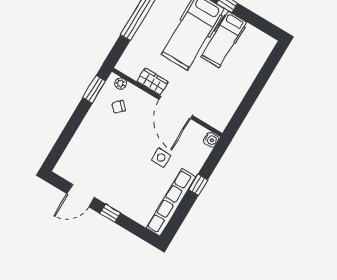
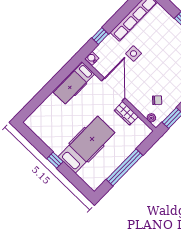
hospital bed: (224, 39) -> (74, 83), moved, turned 180
window: (198, 185) -> (100, 36), moved

